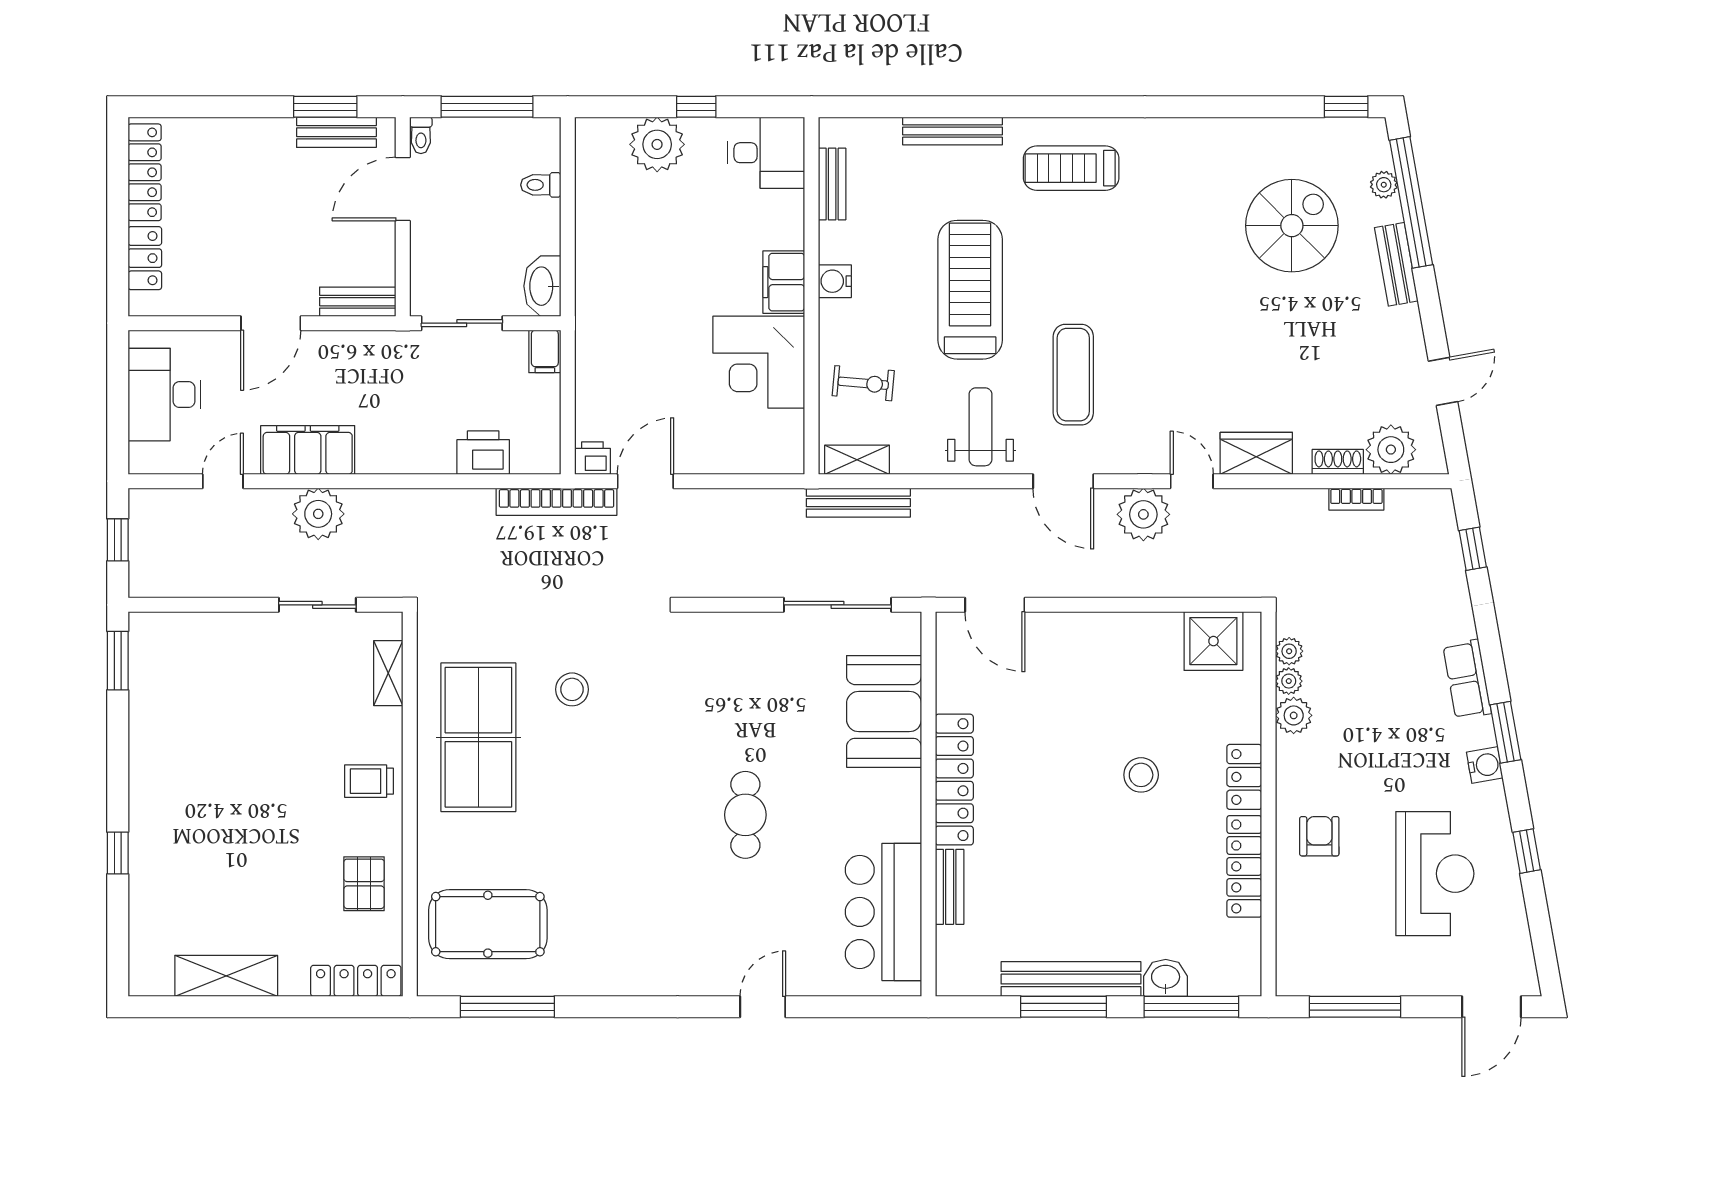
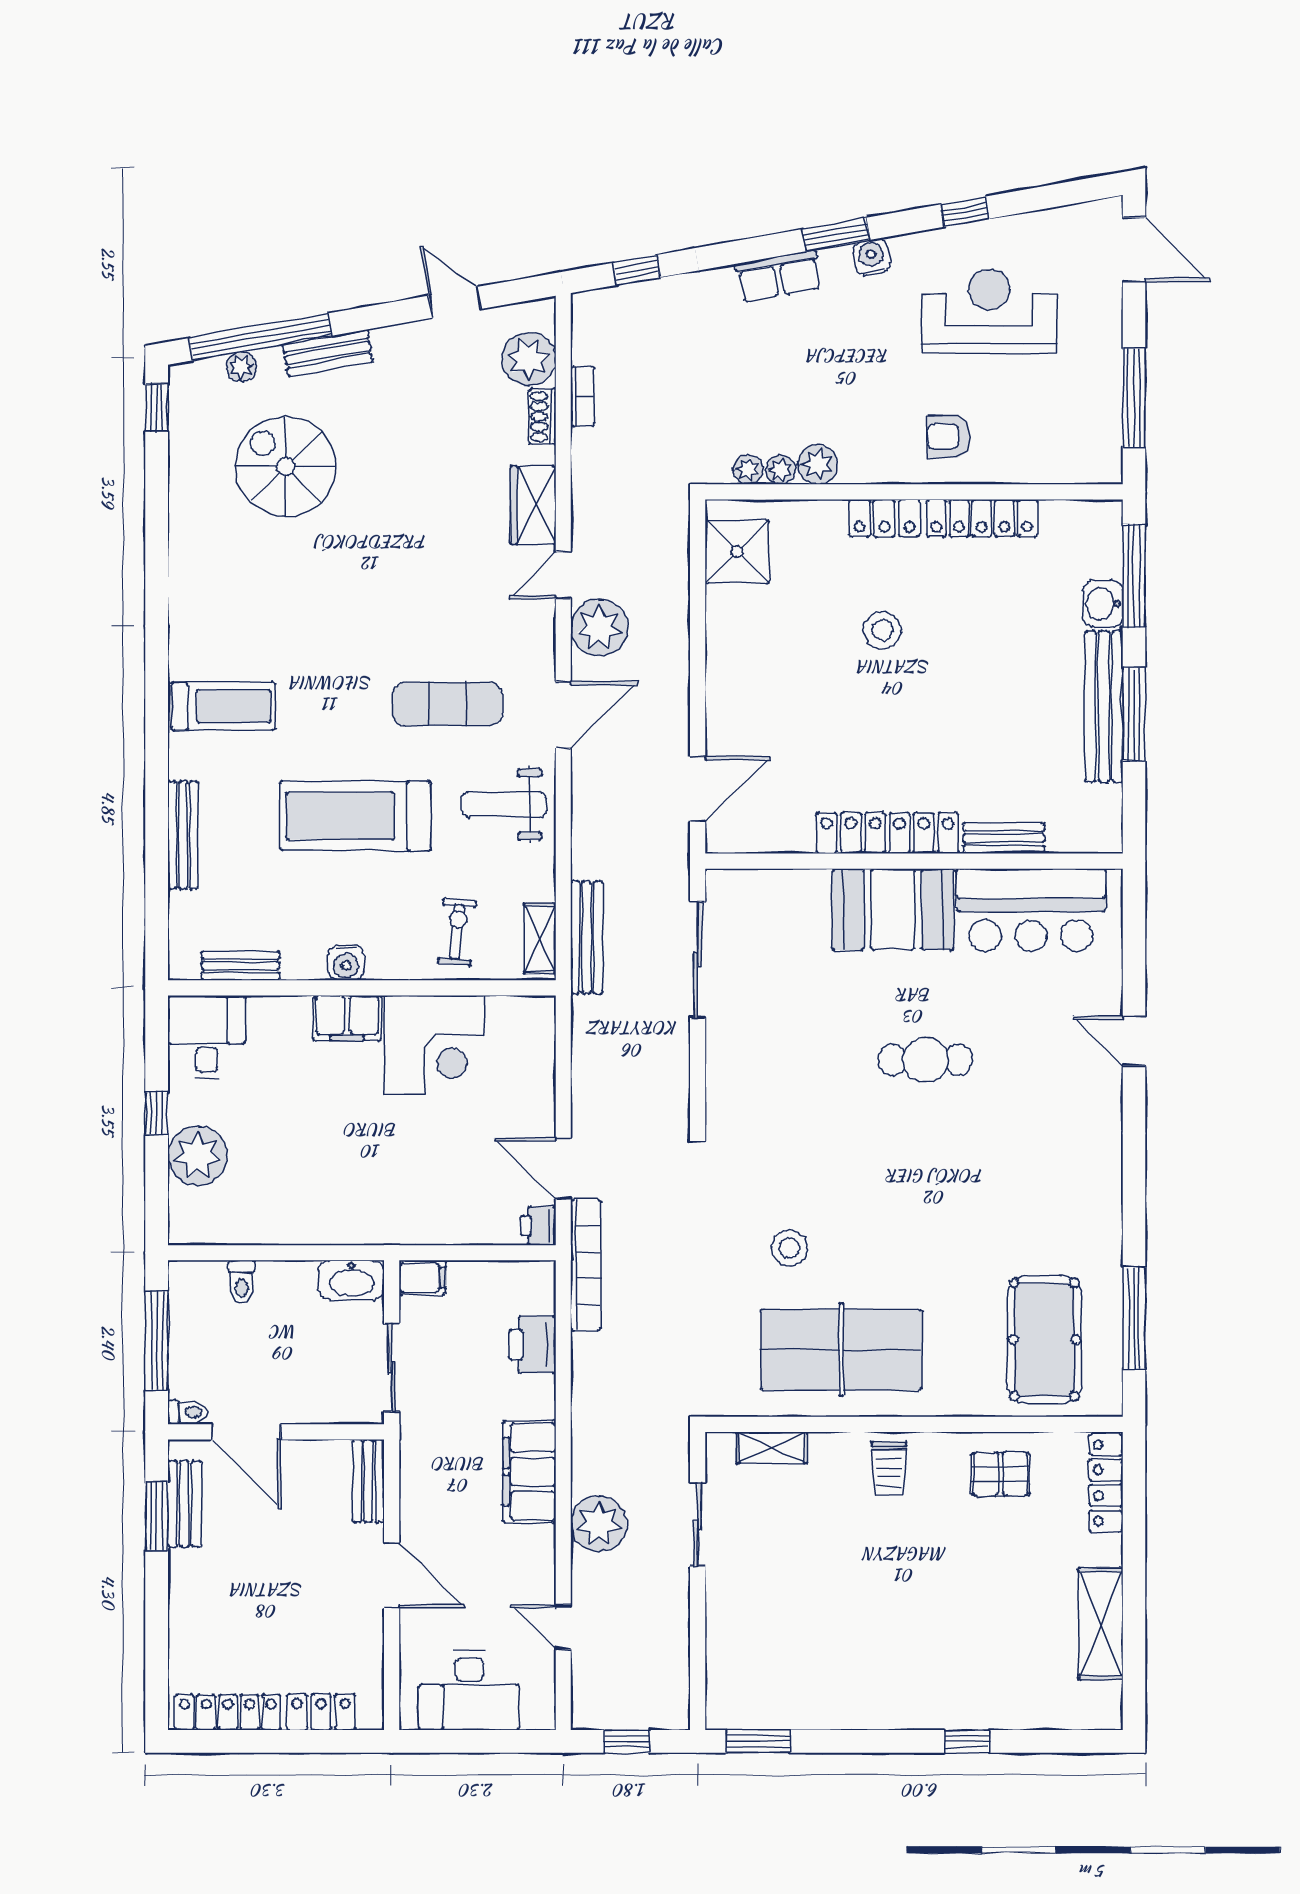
treadmill: (1071, 168) -> (223, 706), turned -90
filing cabinet: (308, 450) -> (529, 1472), moved
booth: (884, 711) -> (893, 909), moved

